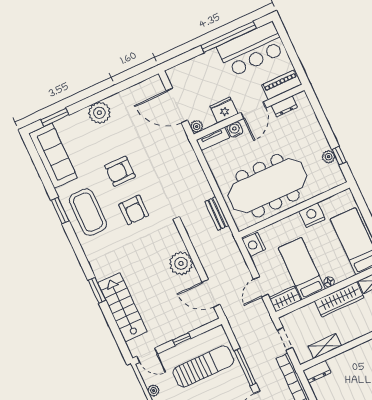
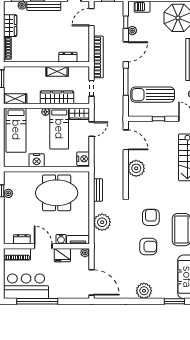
door: (177, 105) -> (91, 282), moved
door: (253, 110) -> (43, 246), hinge flipped
plant: (193, 175) -> (102, 222), added
meeting table: (268, 186) -> (57, 193), width x0.73
wardrobe: (339, 299) -> (57, 97), moved
shelving: (325, 346) -> (57, 71), moved
dresser: (317, 372) -> (68, 57), moved

